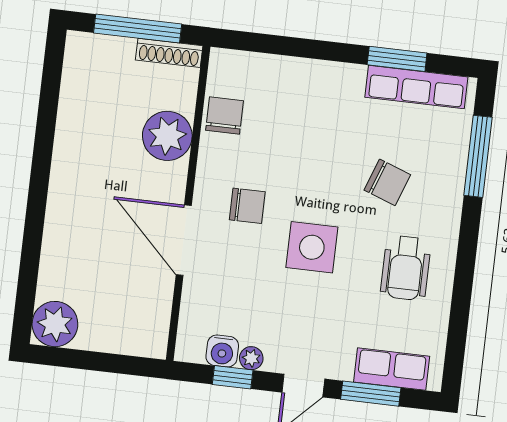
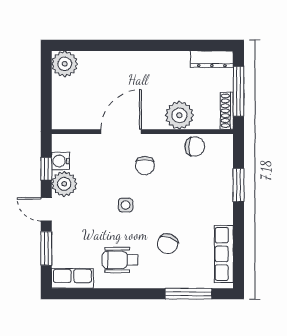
window: (397, 59) -> (239, 185), moved
dresser: (77, 68) -> (212, 59), added
side table: (312, 247) -> (126, 205), width x0.54, depth x0.54
plant: (251, 358) -> (64, 184), width x1.87, depth x1.87
row of seats: (392, 369) -> (72, 278), moved, turned -90

